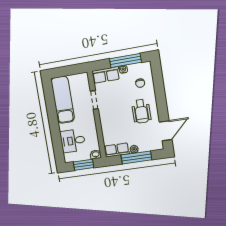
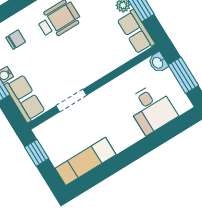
window: (74, 70) -> (37, 153), added
exam couch: (63, 100) -> (86, 161), width x0.73, depth x0.69

